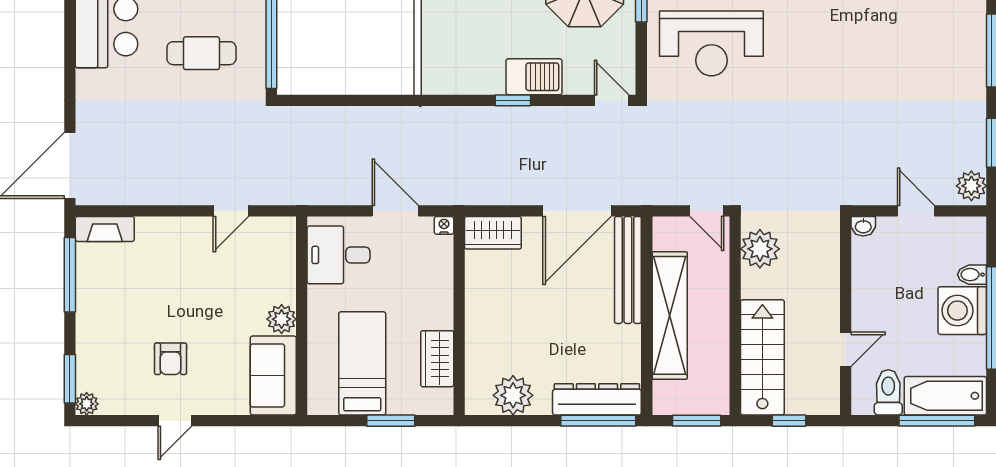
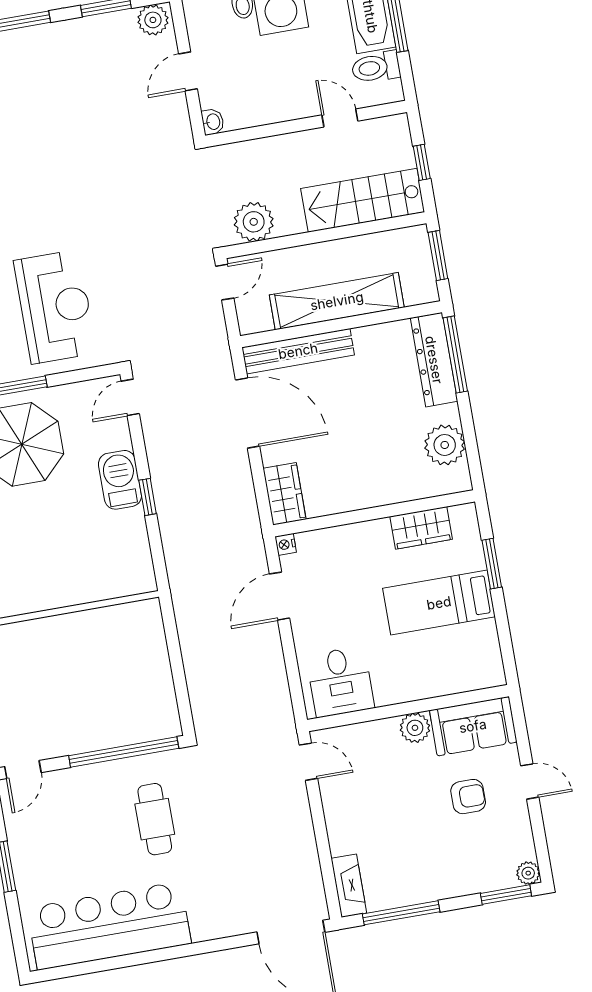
desk: (338, 255) -> (340, 682), moved
wall: (302, 316) -> (408, 708), moved
plant: (282, 319) -> (415, 728), moved
sofa: (273, 375) -> (473, 726), moved

